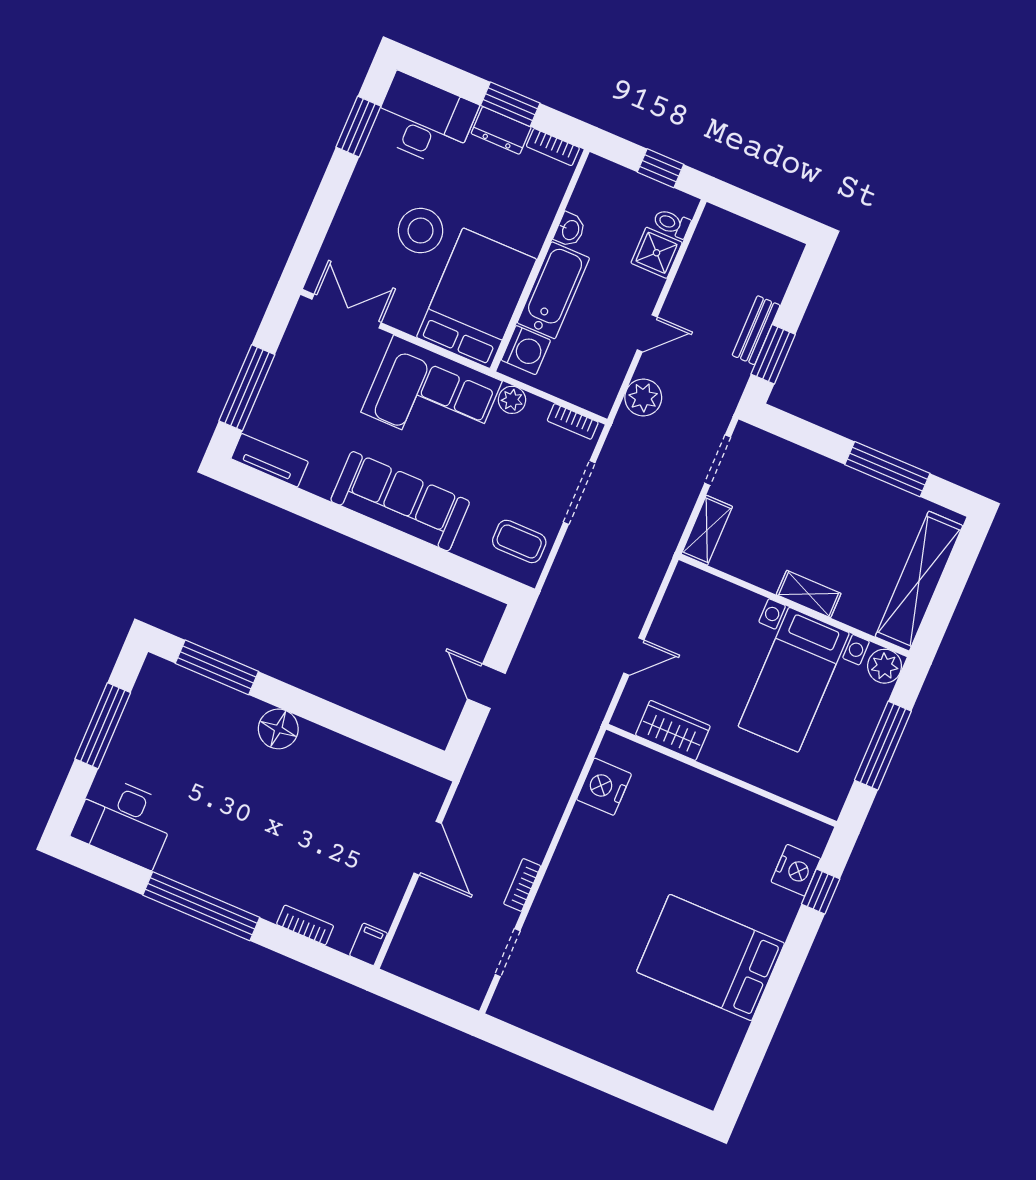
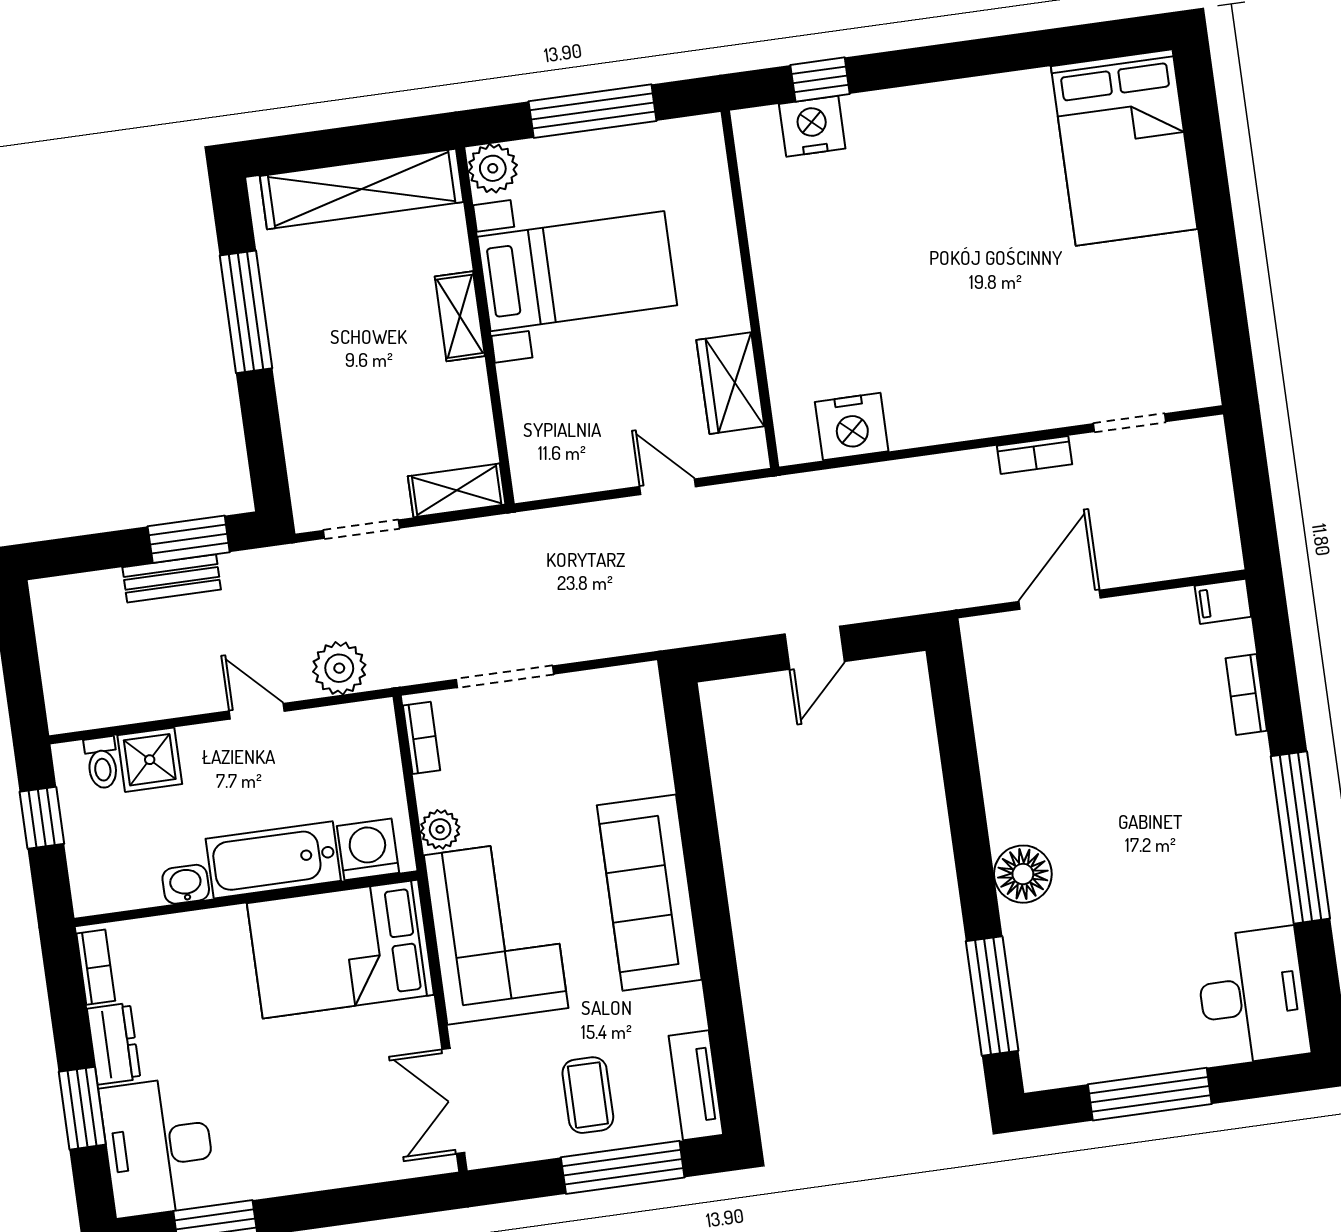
window: (510, 104) -> (82, 1108), moved
stool: (421, 231) -> (298, 1069), removed
coffee table: (519, 541) -> (588, 1095), moved
bed: (711, 957) -> (1124, 148), moved

